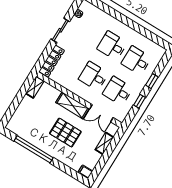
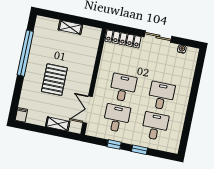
shelving: (35, 87) -> (70, 27), moved
shelving: (72, 105) -> (85, 77), removed

